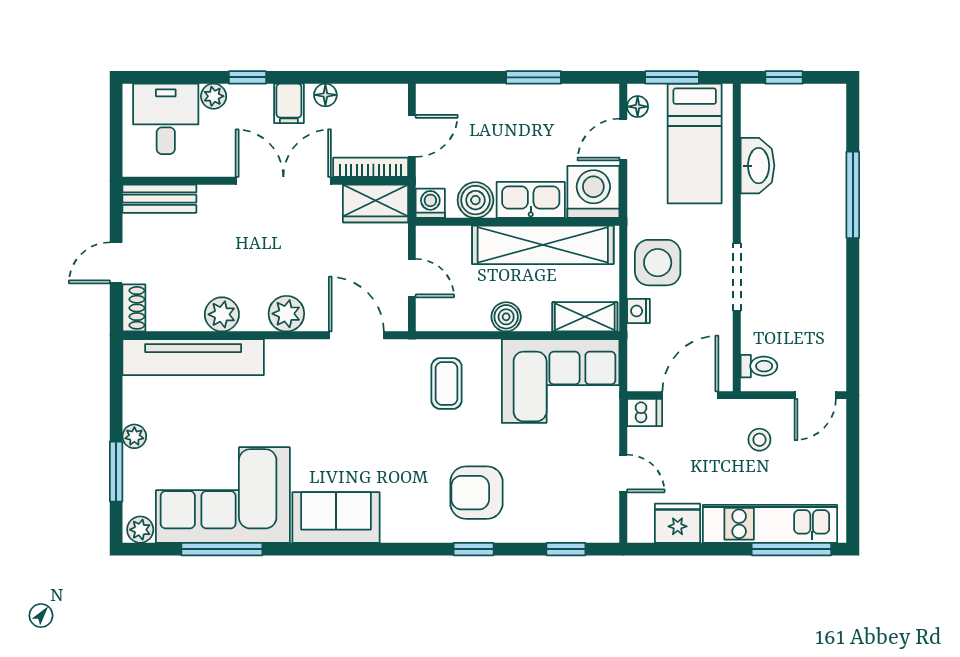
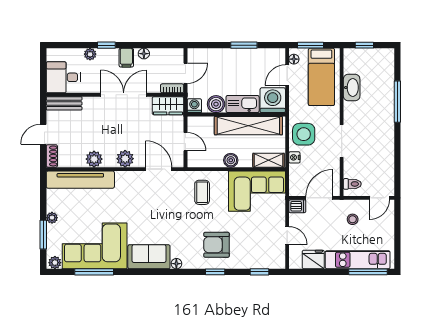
desk: (166, 119) -> (63, 77), moved, turned -90
bookcase: (371, 167) -> (172, 88), width x0.64
floor lamp: (393, 532) -> (176, 264), added

